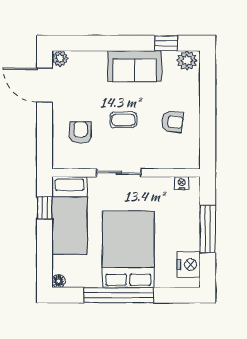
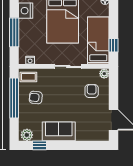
plant: (60, 58) -> (104, 74), moved
coffee table: (123, 120) -> (28, 77), moved
window: (208, 121) -> (14, 98), added
armchair: (80, 132) -> (92, 91), turned 180

